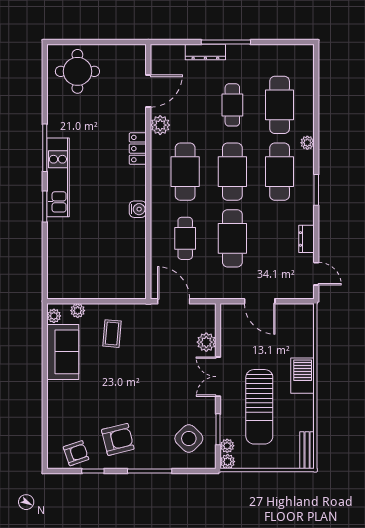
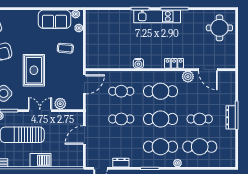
dresser: (205, 52) -> (231, 117), moved
cafe table: (232, 238) -> (121, 119), width x0.73, depth x0.74
rug: (149, 387) -> (34, 70), added

